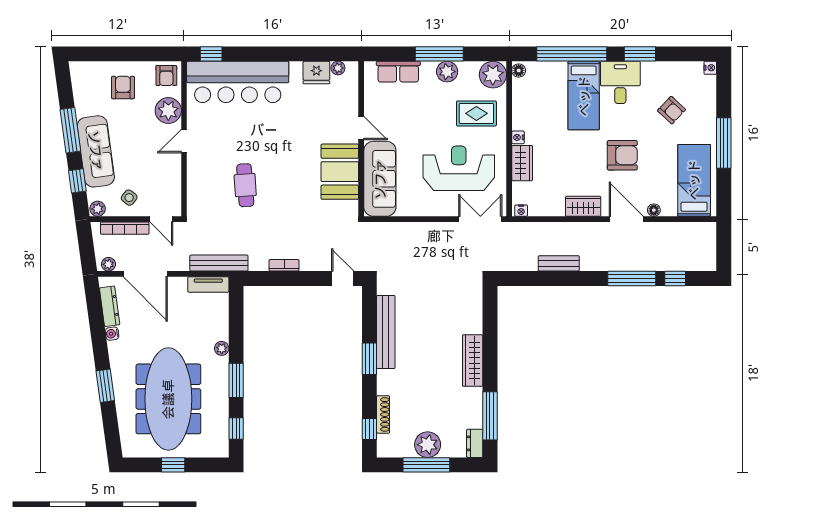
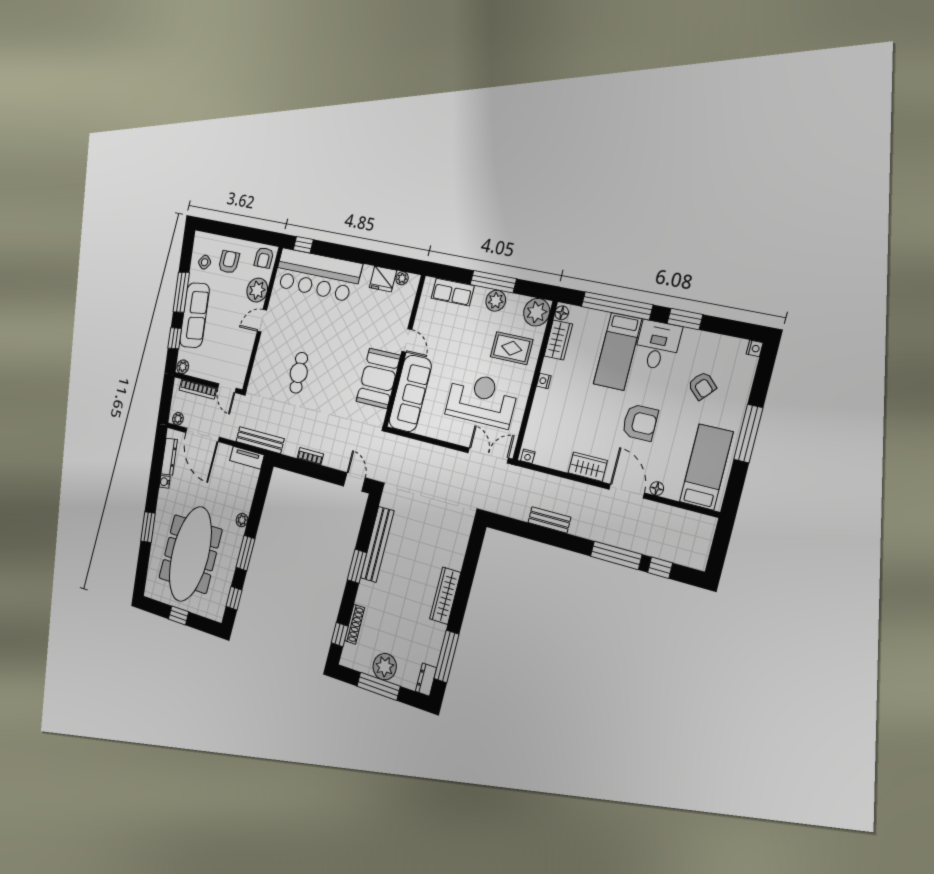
wardrobe: (522, 163) -> (558, 340), moved
side table: (129, 198) -> (205, 262), moved

